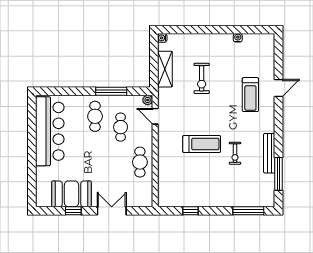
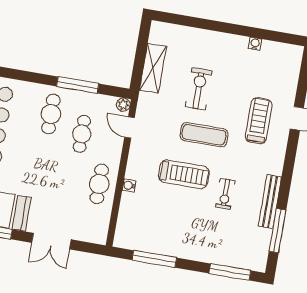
water cooler: (162, 38) -> (129, 185), moved
exercise bike: (202, 78) -> (199, 89), turned 180
treadmill: (250, 95) -> (259, 121), turned 180
exercise mat: (212, 112) -> (204, 135), added
double door: (112, 211) -> (51, 241), swing flipped
window: (191, 211) -> (154, 259), width x2.17

